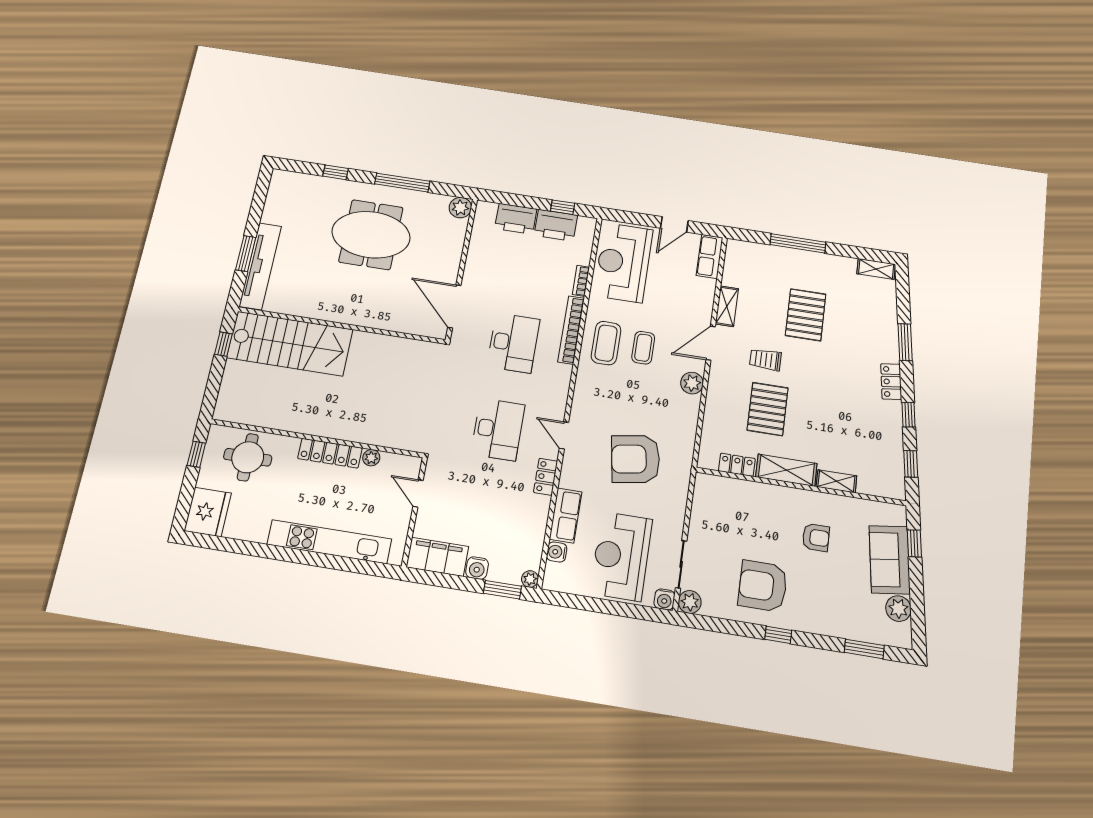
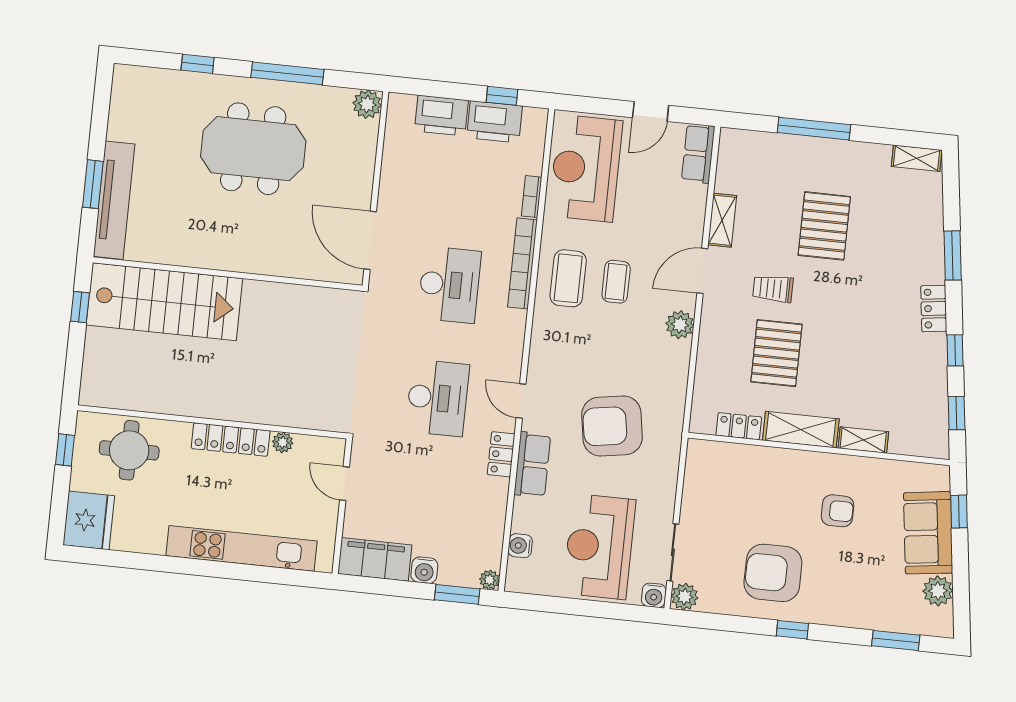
row of seats: (566, 515) -> (532, 465), moved

